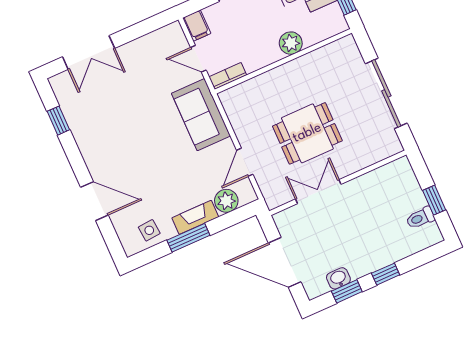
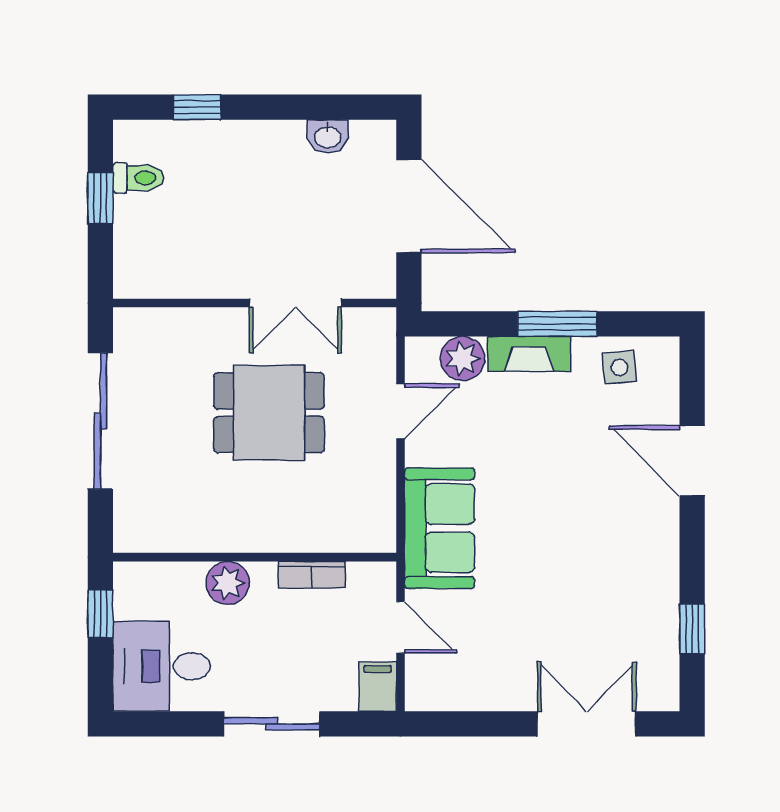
bookcase: (228, 76) -> (312, 575), moved
window: (386, 274) -> (197, 107), moved
window: (347, 291) -> (323, 107), removed

